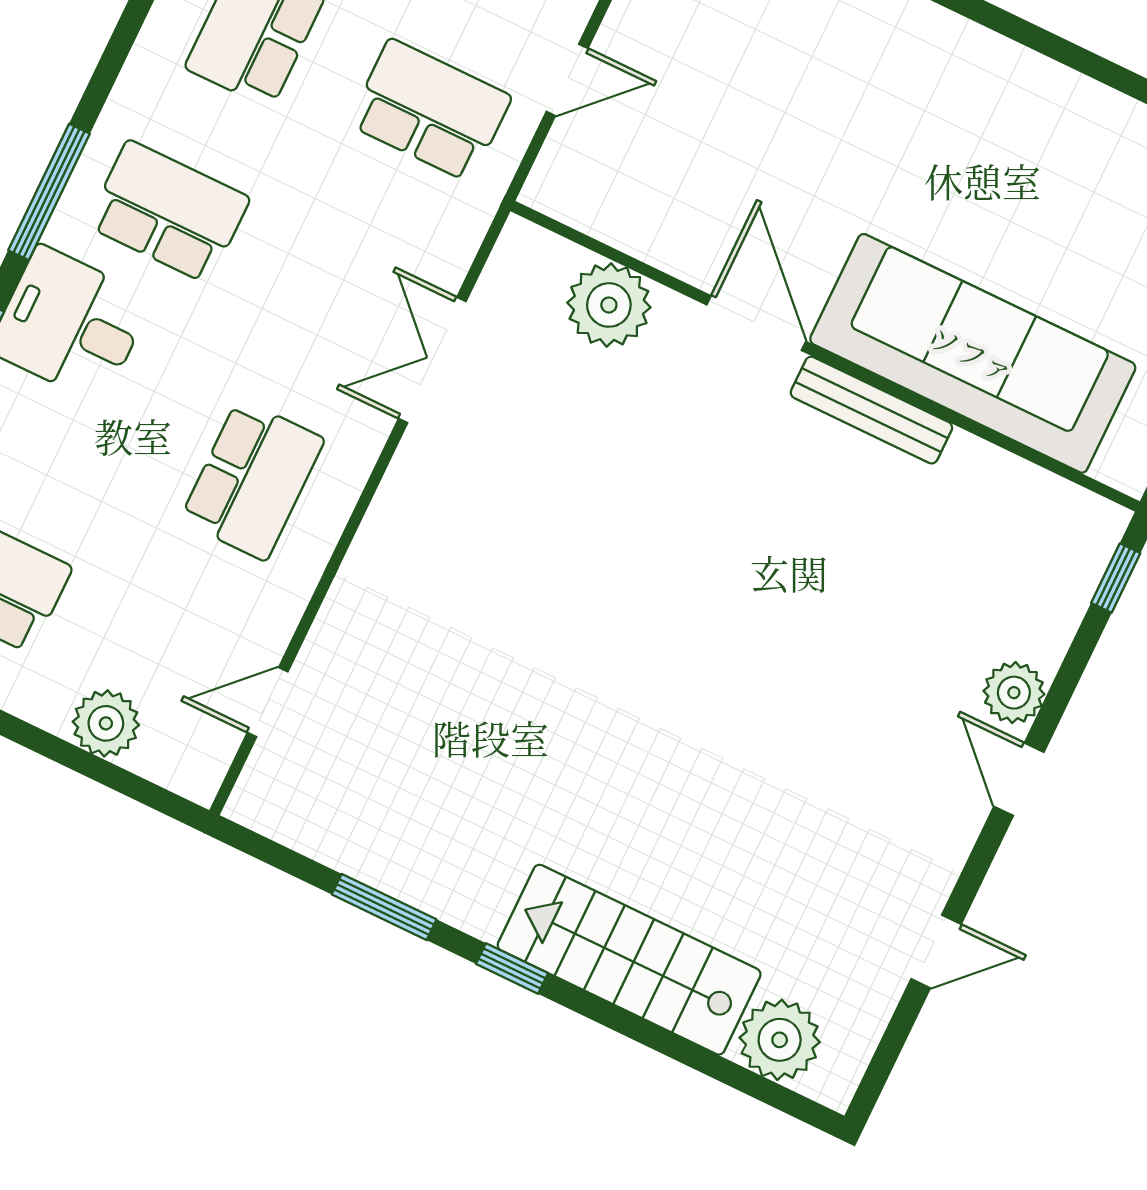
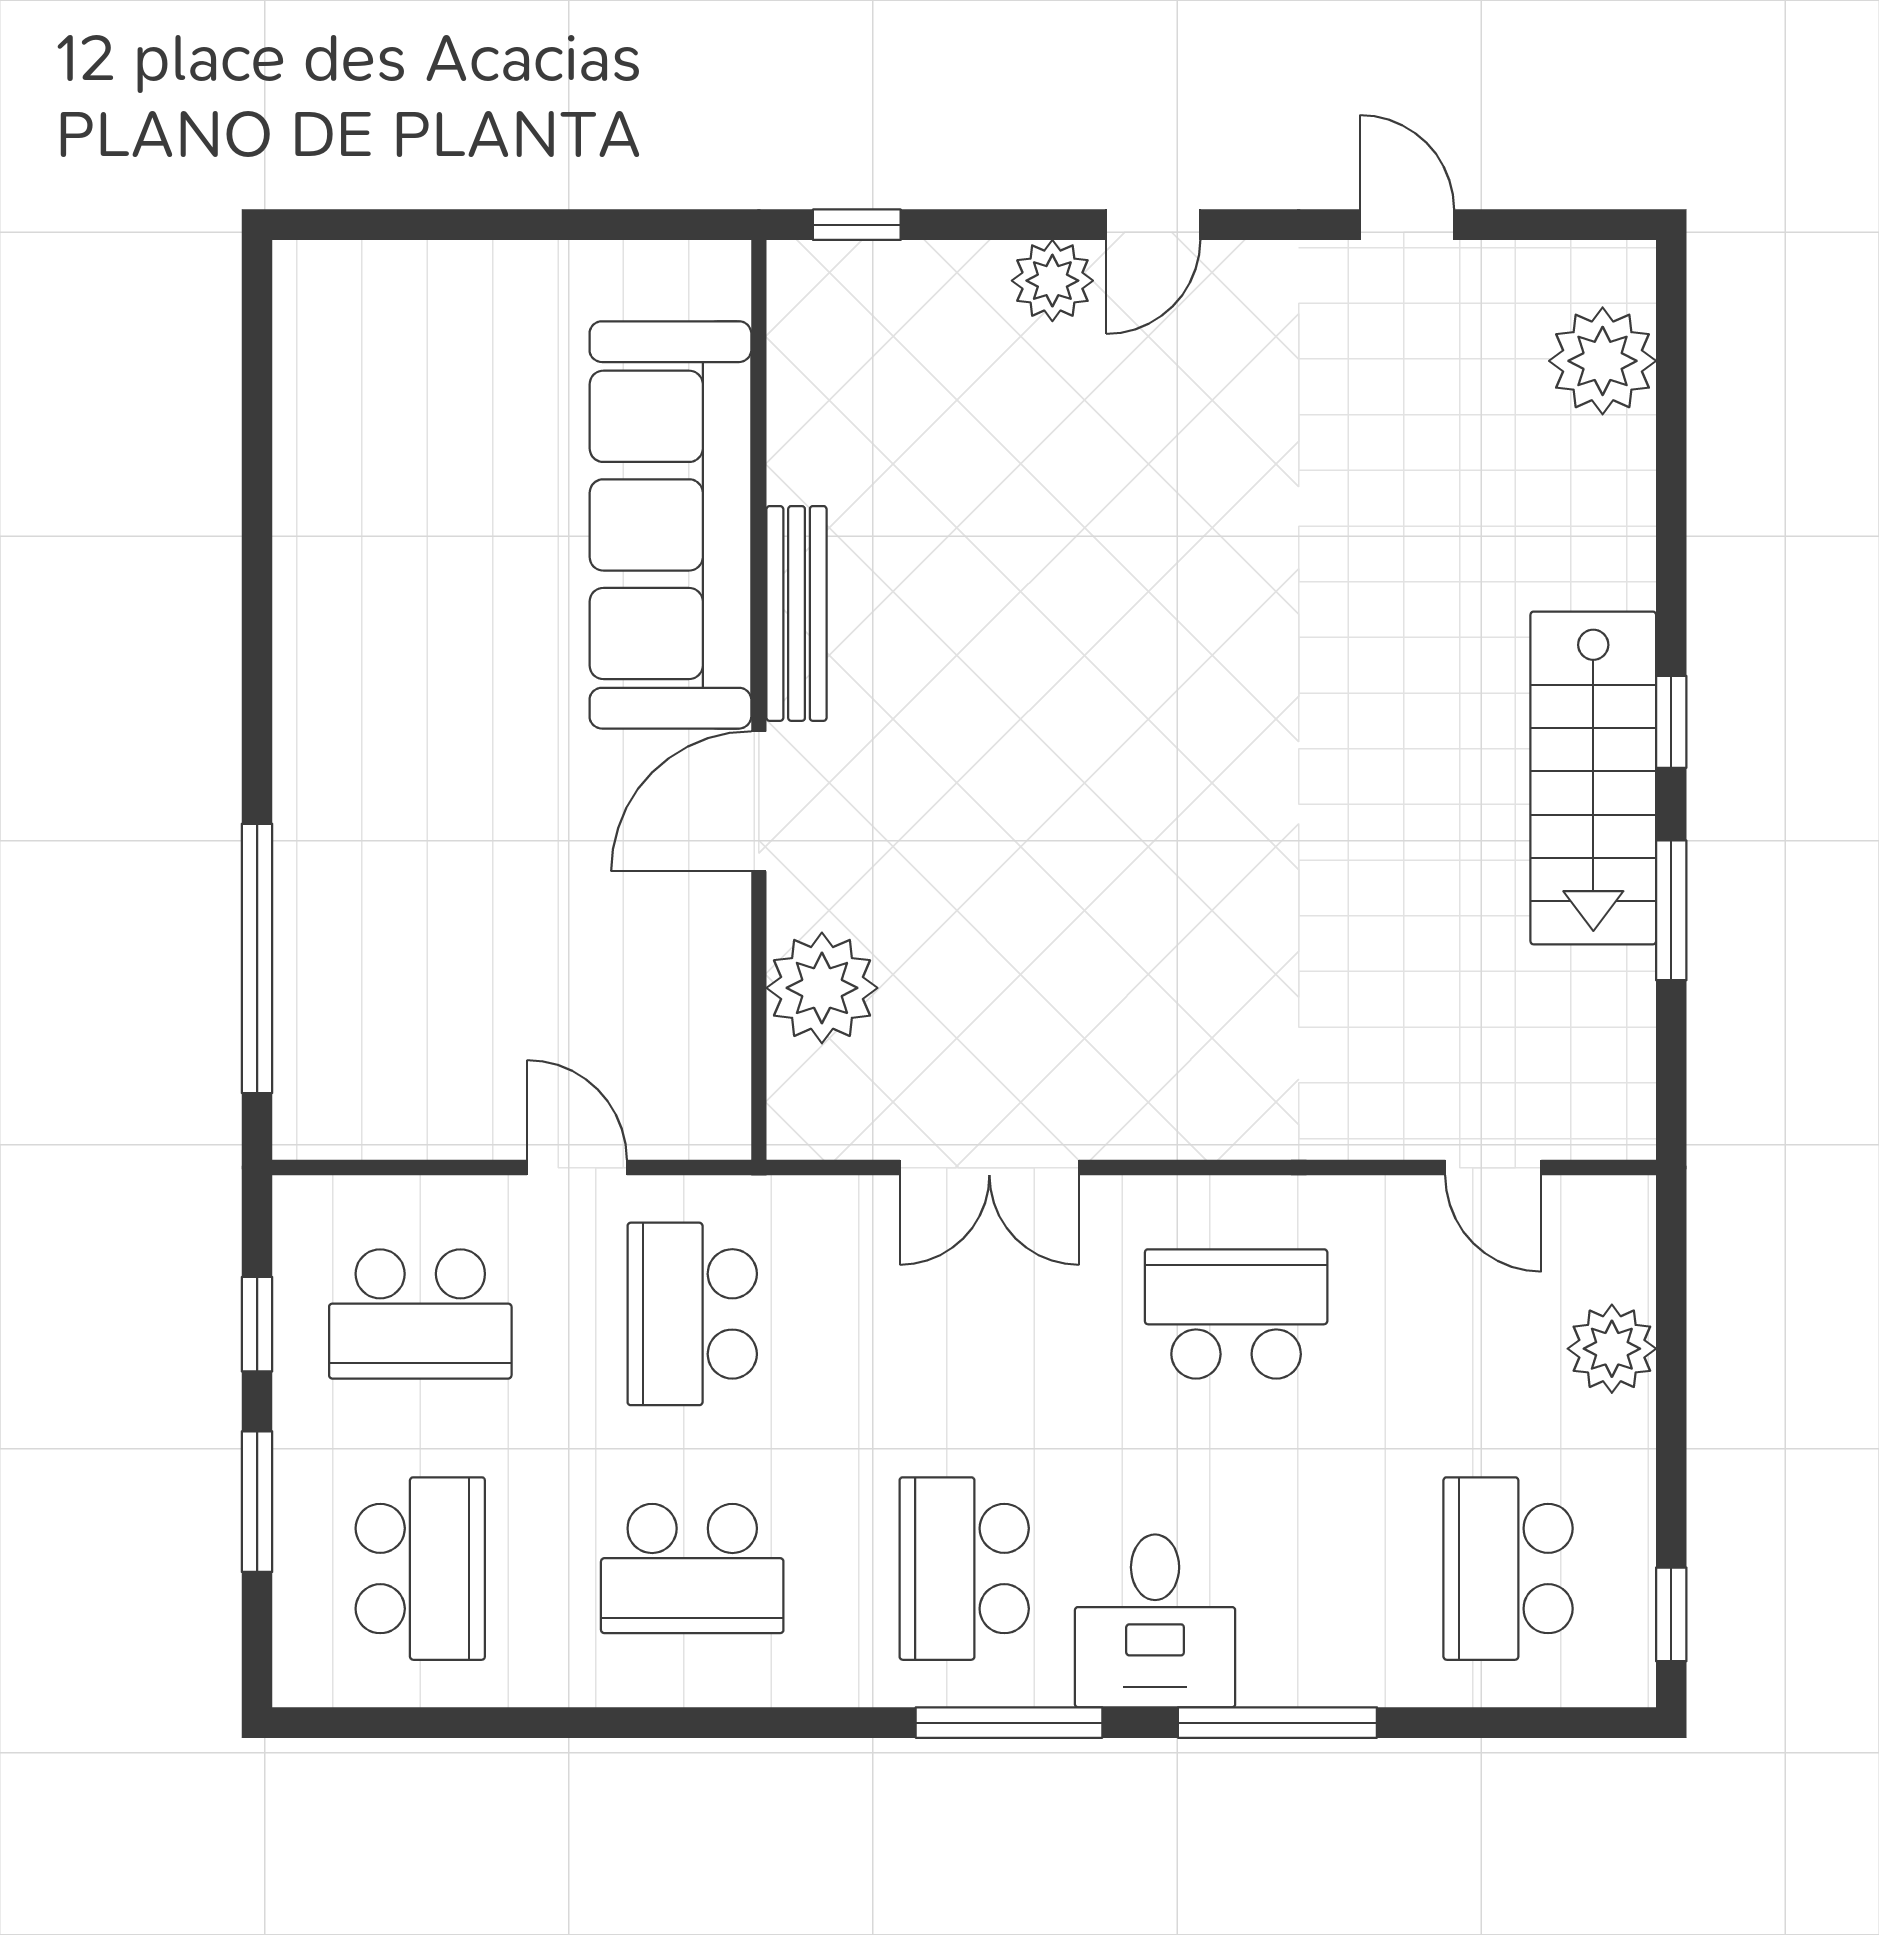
stairs: (629, 960) -> (1593, 778), moved

